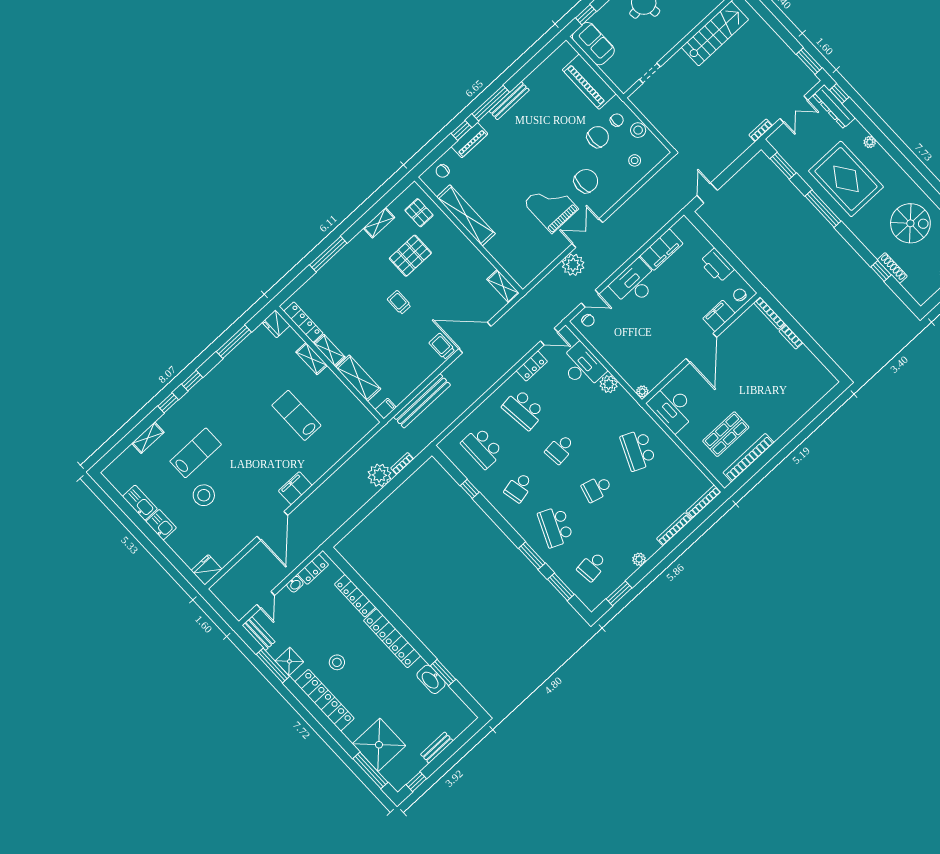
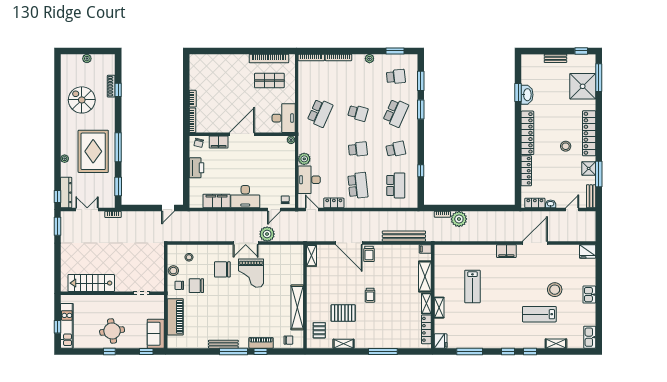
door: (590, 299) -> (274, 210), swing flipped
kitchen sink: (140, 503) -> (590, 337), moved

